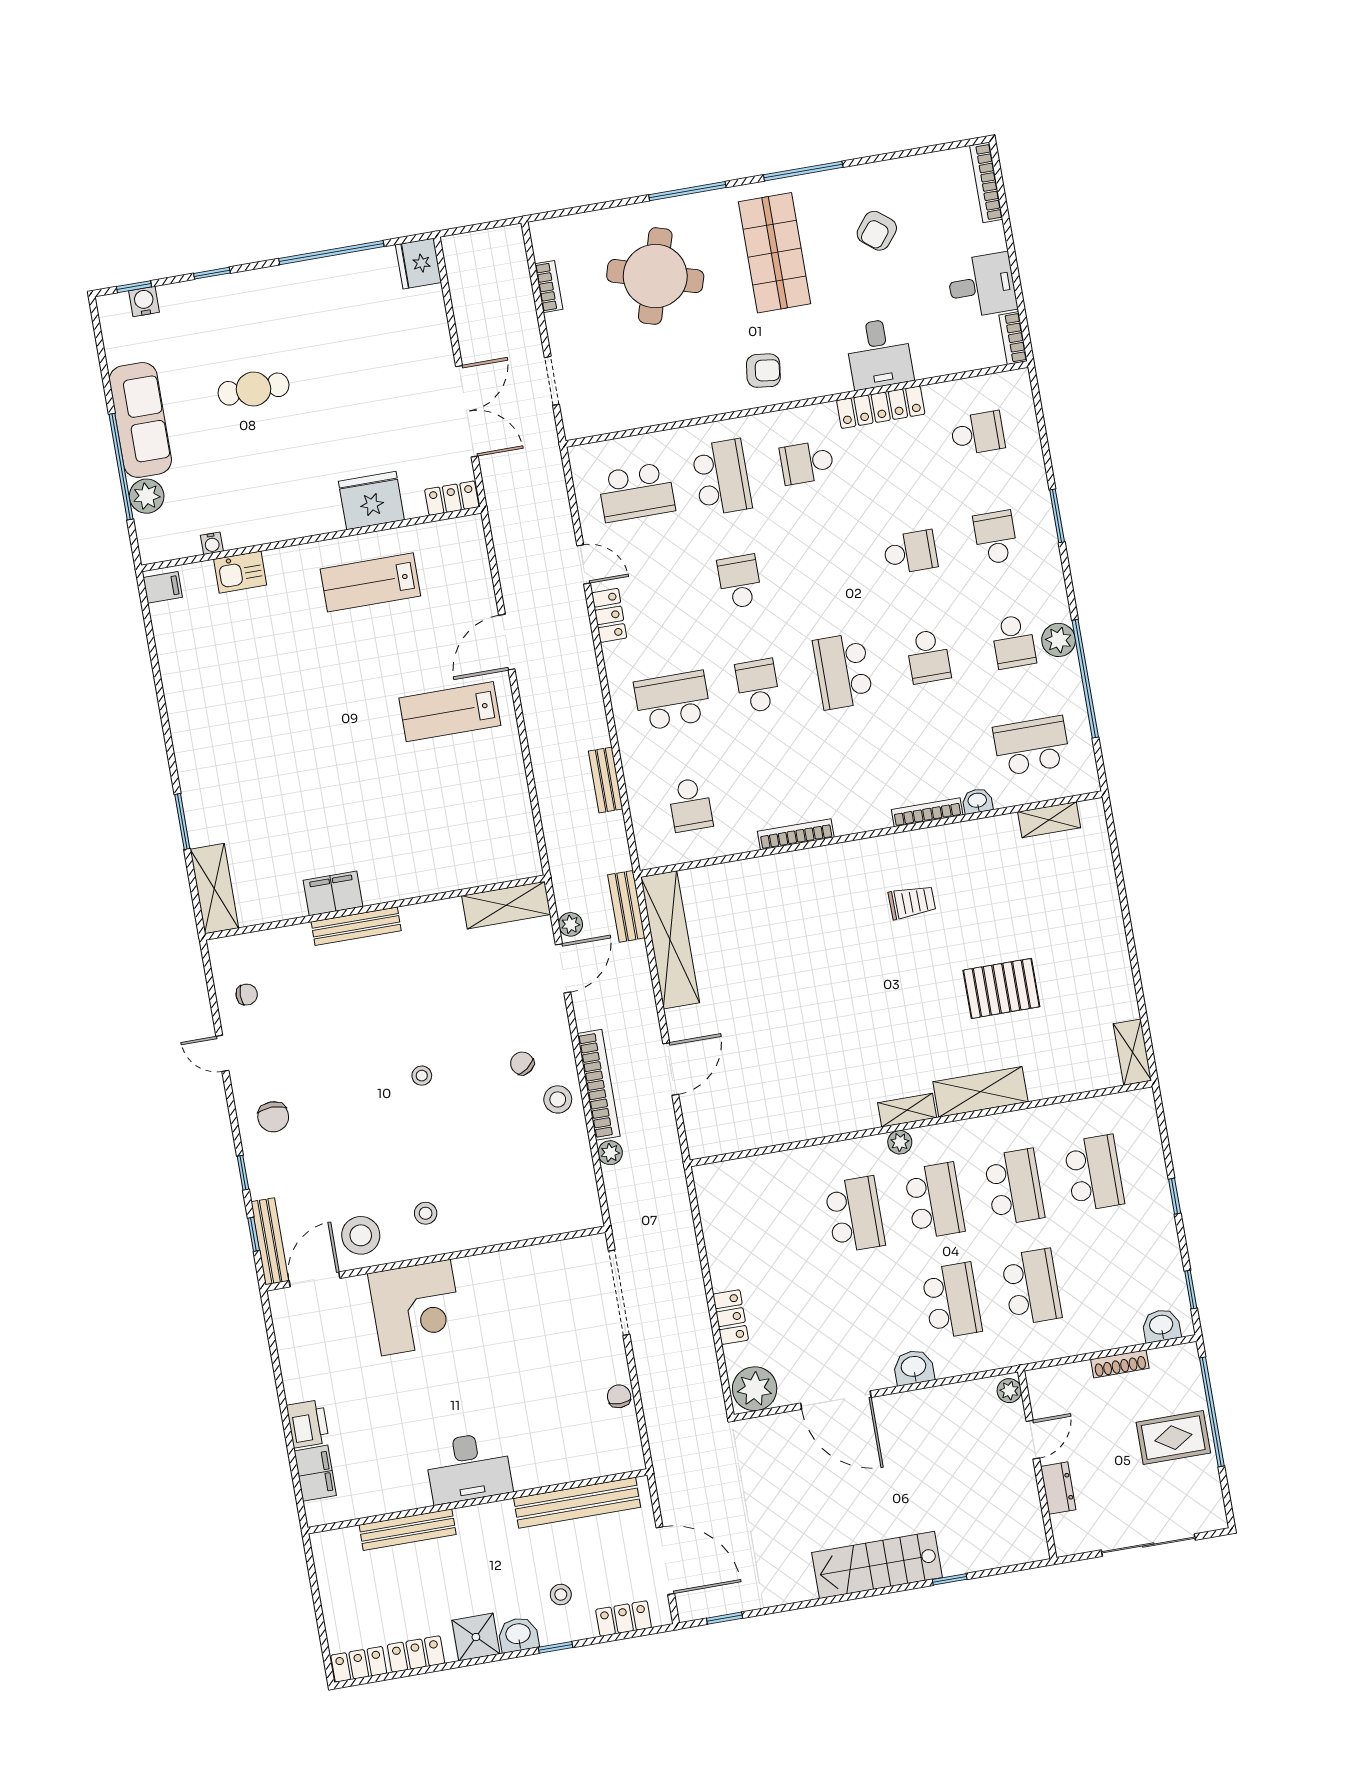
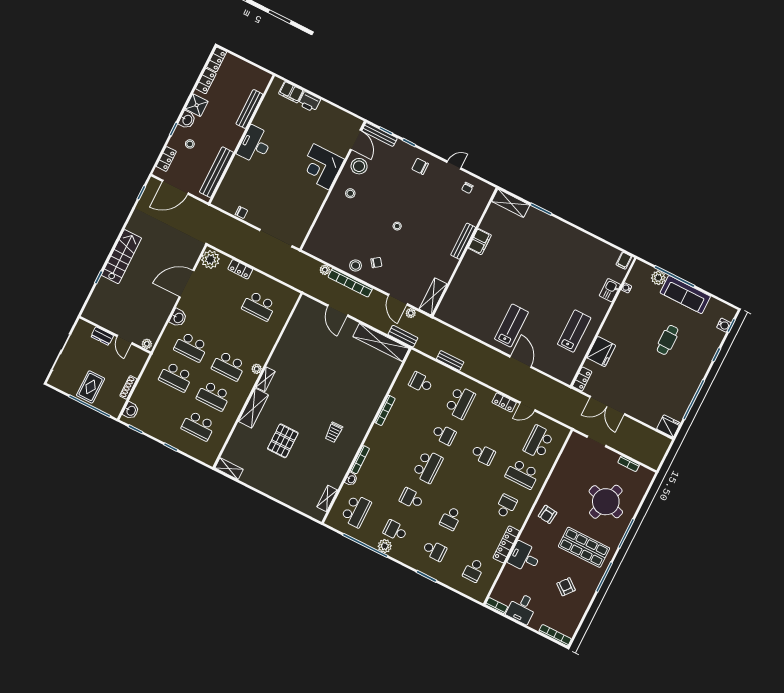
school desk: (843, 671) -> (428, 467), turned 90
school desk: (855, 1214) -> (259, 306), moved

